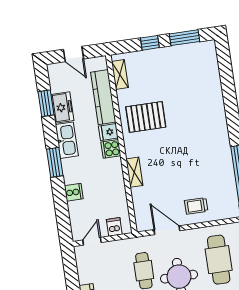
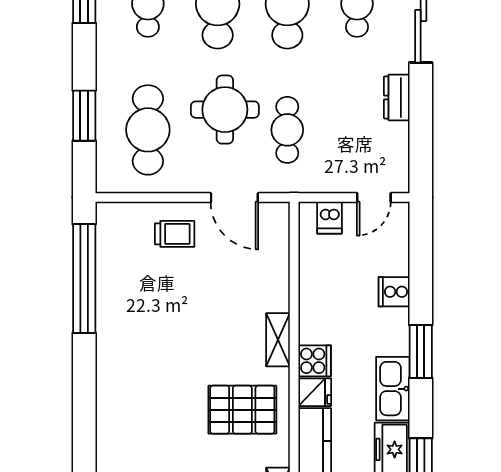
shelving: (134, 172) -> (278, 340), moved

